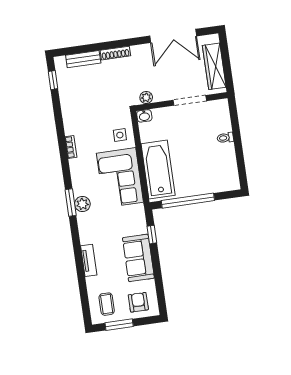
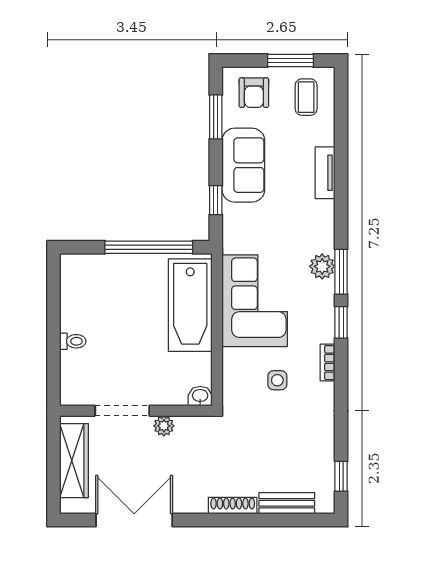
plant: (146, 97) -> (164, 426), moved
side table: (120, 135) -> (277, 380), moved
window: (66, 172) -> (341, 322), added
window: (159, 284) -> (216, 117), added

